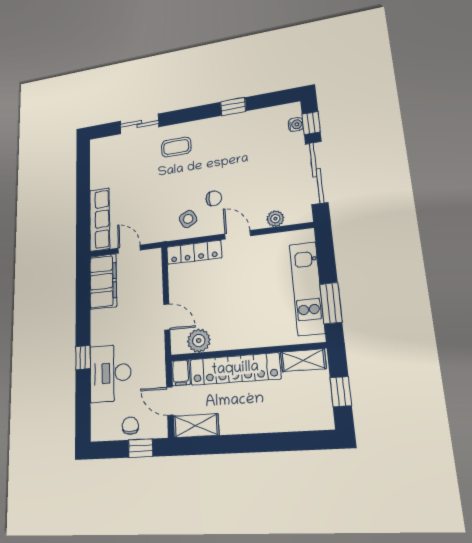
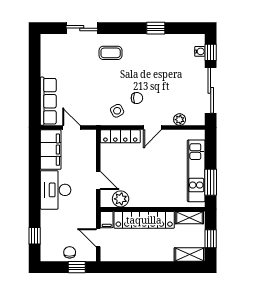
door: (238, 235) -> (152, 128), swing flipped
window: (83, 358) -> (35, 236), moved
desk: (110, 373) -> (56, 190), moved
shelving: (196, 426) -> (190, 255), moved

